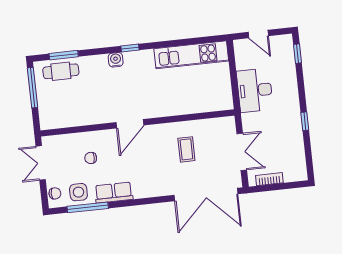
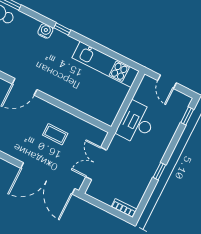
coffee table: (186, 149) -> (55, 134), turned 90
double door: (242, 152) -> (96, 163), swing flipped
bookcase: (269, 179) -> (124, 208), moved

